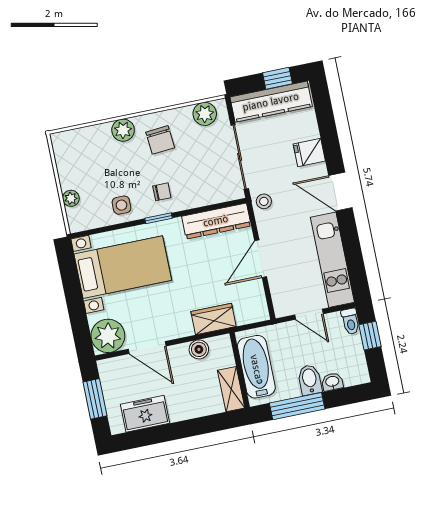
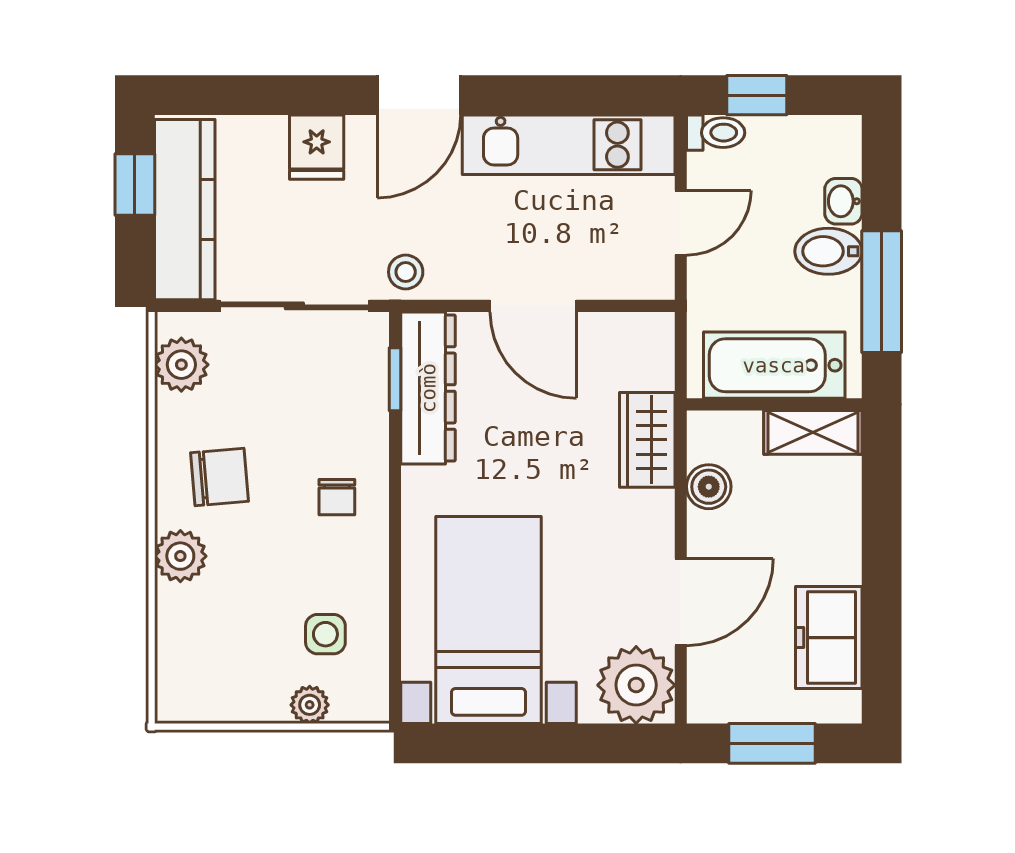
chair: (162, 192) -> (337, 497), turned 180
side table: (121, 205) -> (325, 634), moved
window: (159, 218) -> (395, 379), moved

